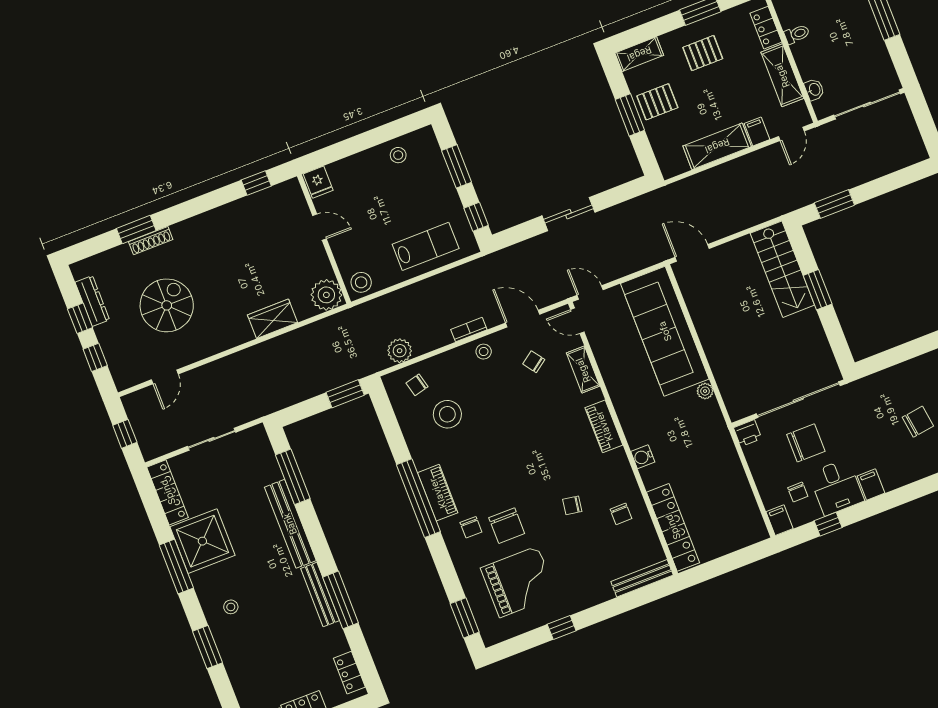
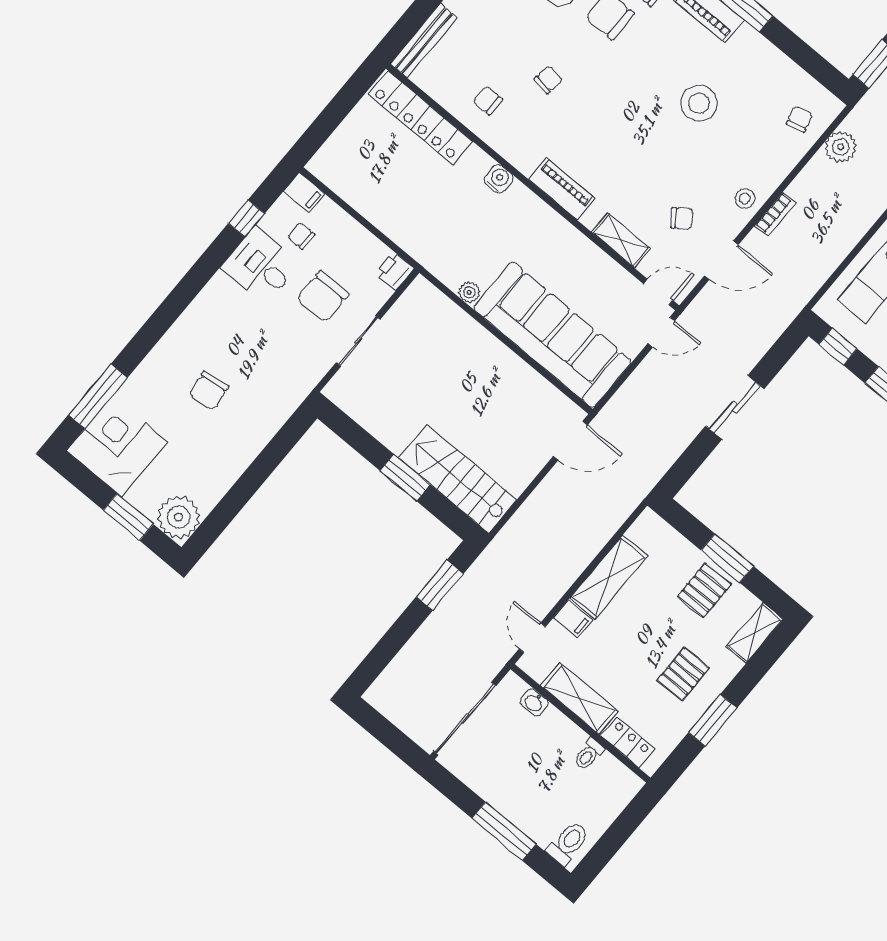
sliding door: (798, 400) -> (358, 341), width x0.54
stool: (447, 414) -> (699, 103), moved
filing cabinet: (871, 485) -> (223, 290), removed

